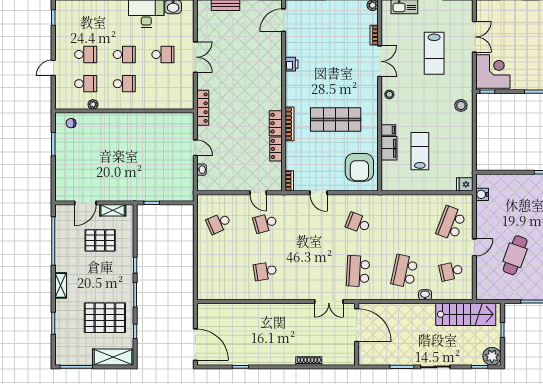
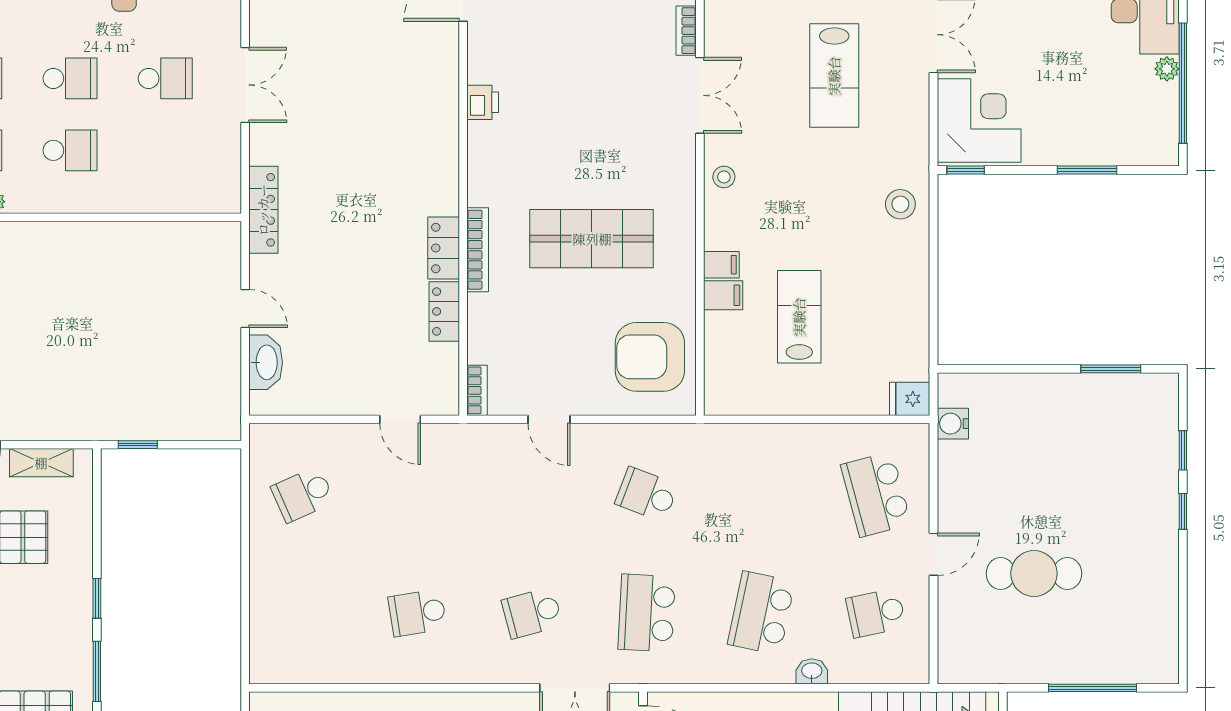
filing cabinet: (389, 148) -> (723, 295), width x0.50
armchair: (359, 167) -> (650, 357), turned 90
washbasin: (202, 170) -> (266, 362), width x1.91, depth x1.45
school desk: (265, 223) -> (532, 613), moved
school desk: (451, 223) -> (876, 494), turned -36
cafe table: (515, 255) -> (1034, 574), turned 70

